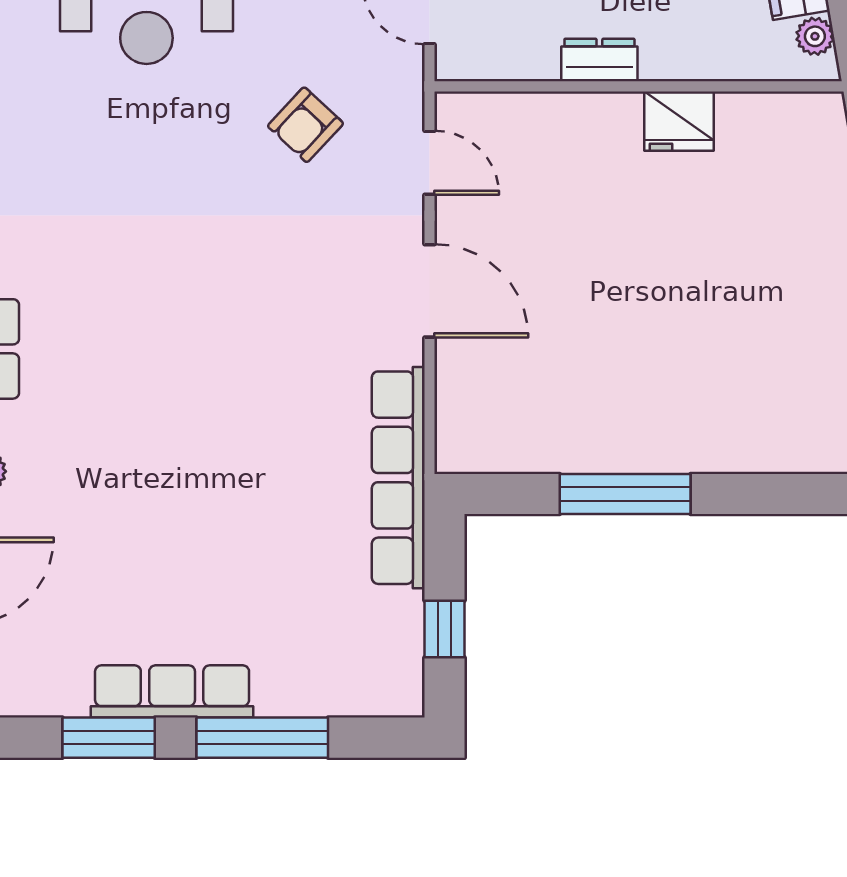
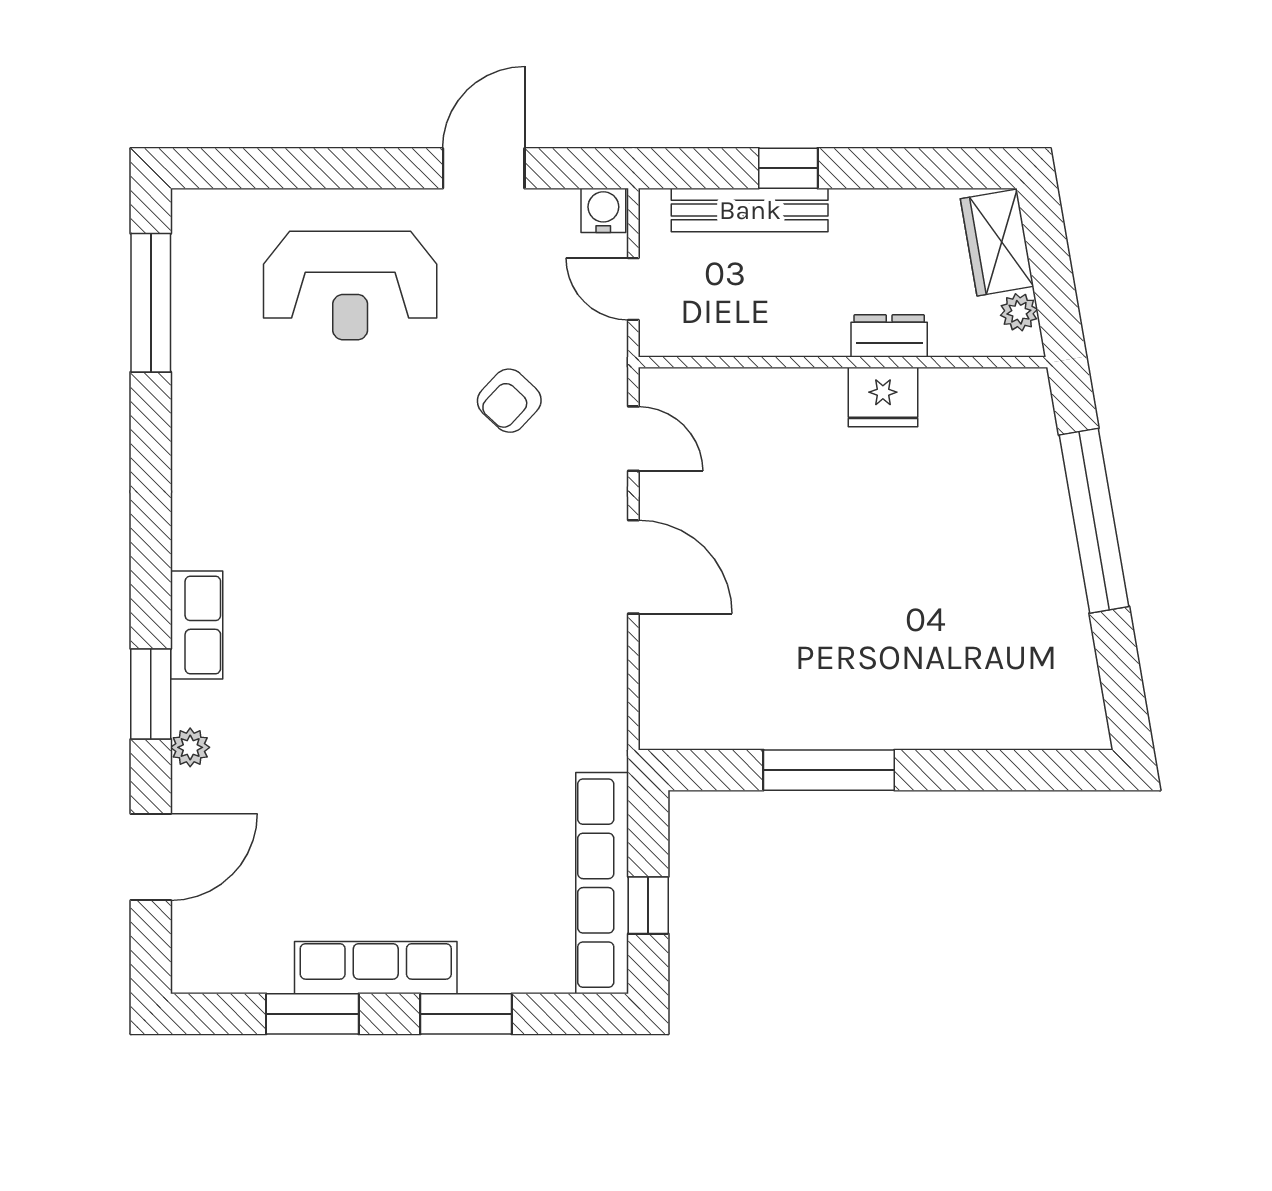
dresser: (599, 60) -> (889, 336), moved
row of seats: (398, 478) -> (602, 883), moved
window: (262, 738) -> (466, 1014), width x0.69

